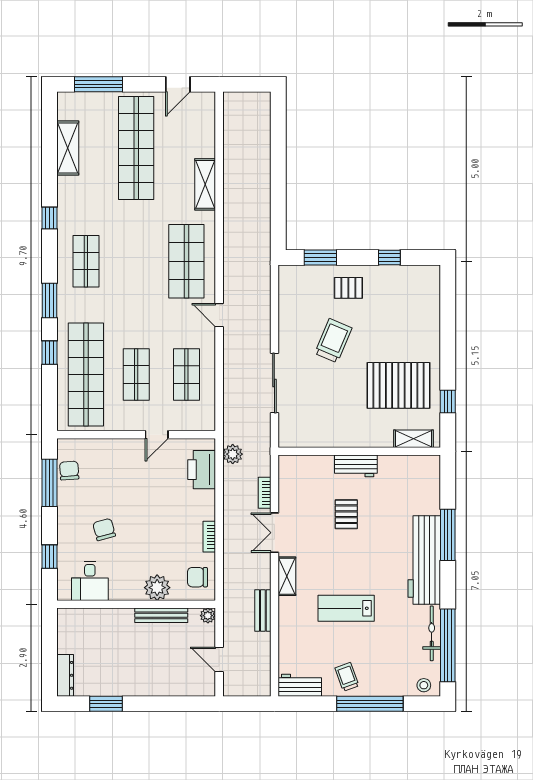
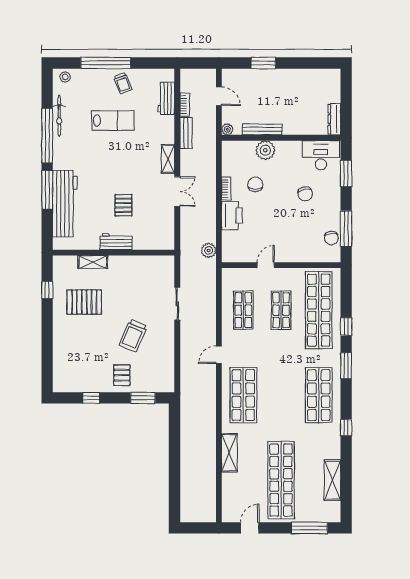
shop shelf: (86, 261) -> (319, 395), width x1.43, depth x1.36
pallet: (348, 288) -> (122, 375), turned 90
door: (219, 315) -> (219, 355), swing flipped
sliding door: (274, 383) -> (177, 304), width x0.73
pallet: (398, 385) -> (84, 302), width x0.73, depth x0.71
shelving: (414, 439) -> (93, 262), moved
printer: (202, 470) -> (232, 216), moved
bookcase: (265, 493) -> (185, 105), moved
window: (50, 557) -> (346, 173), width x1.50
workbench: (424, 560) -> (65, 204), moved
chair: (197, 577) -> (255, 184), moved, turned -90
desk: (90, 581) -> (321, 155), width x1.37
lab bench: (346, 608) -> (113, 121), moved
window: (448, 645) -> (47, 136), moved
dresser: (65, 675) -> (334, 119), moved
workbench: (300, 685) -> (166, 98), moved, turned 90
window: (106, 704) -> (263, 63), moved

